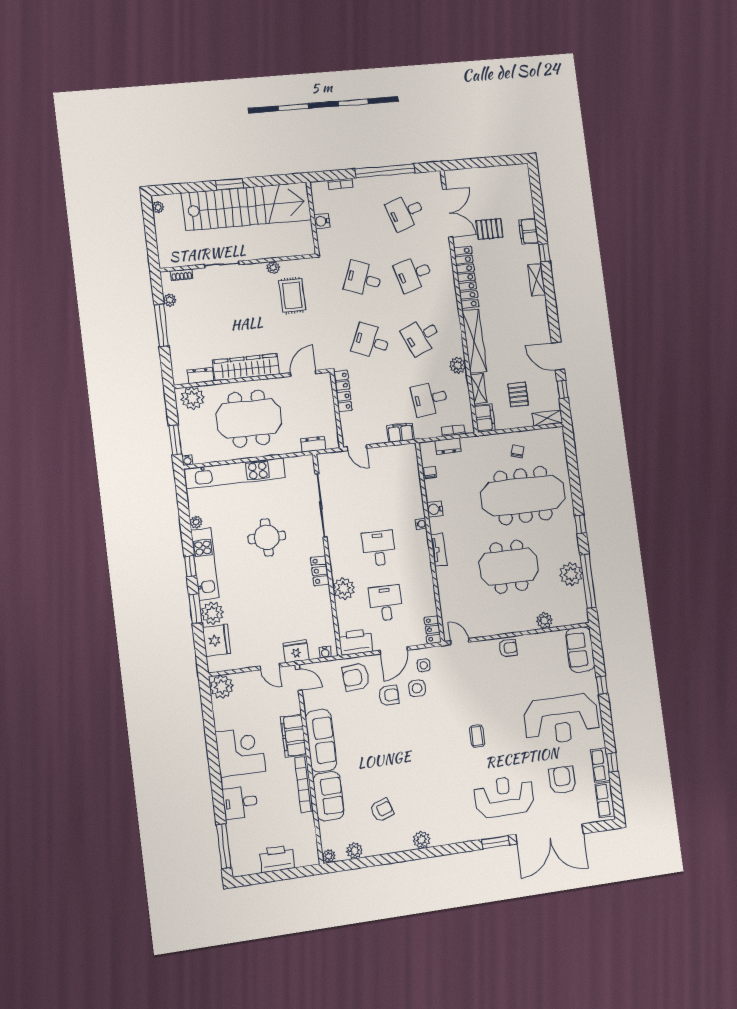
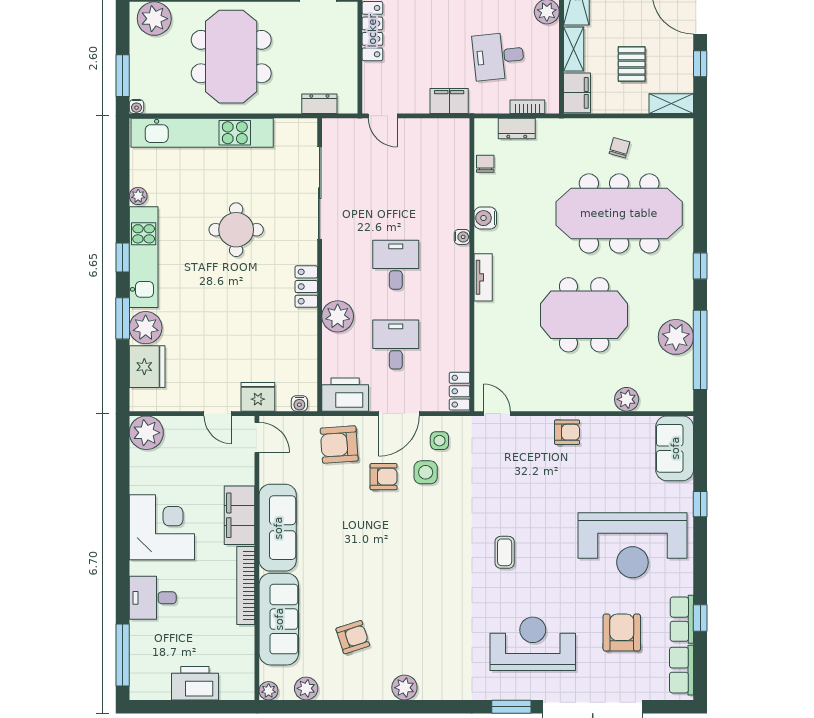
meeting table: (249, 419) -> (231, 57), turned 90
sofa: (329, 796) -> (279, 619), width x1.36

